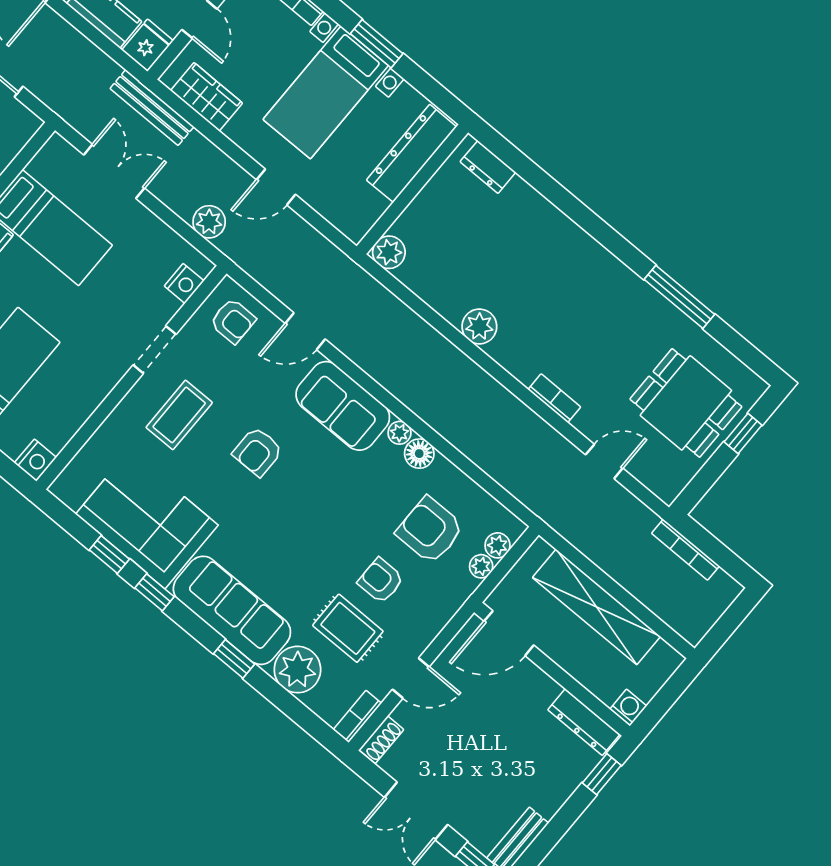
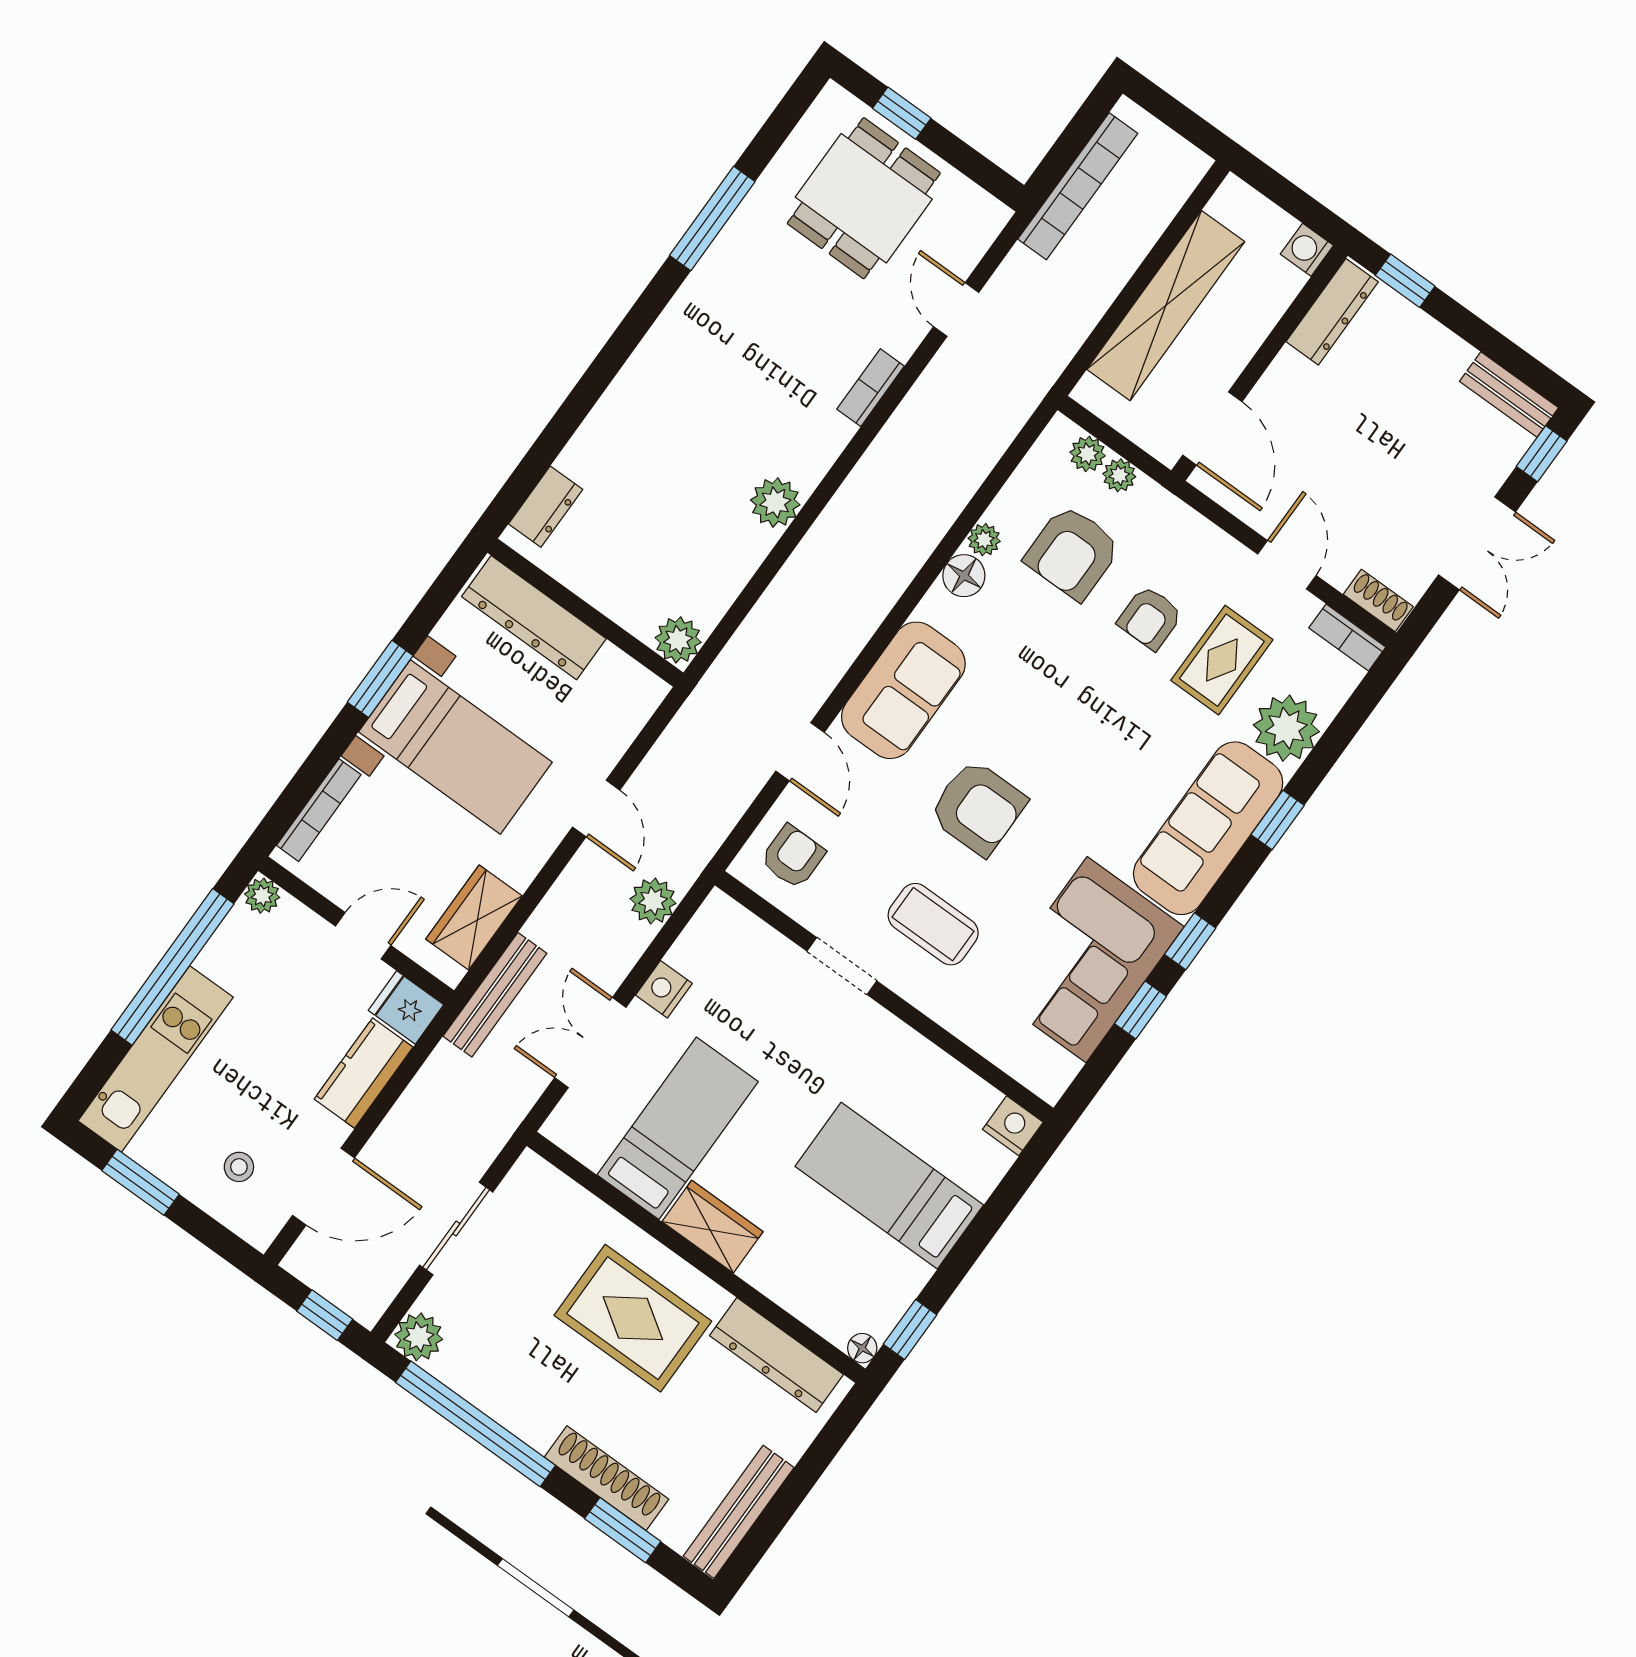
nightstand: (184, 283) -> (664, 989), moved, turned -90
plant: (399, 433) -> (984, 540), moved
armchair: (258, 452) -> (978, 808), width x1.38, depth x1.38
bookcase: (685, 550) -> (1078, 186), width x1.48, depth x1.31

